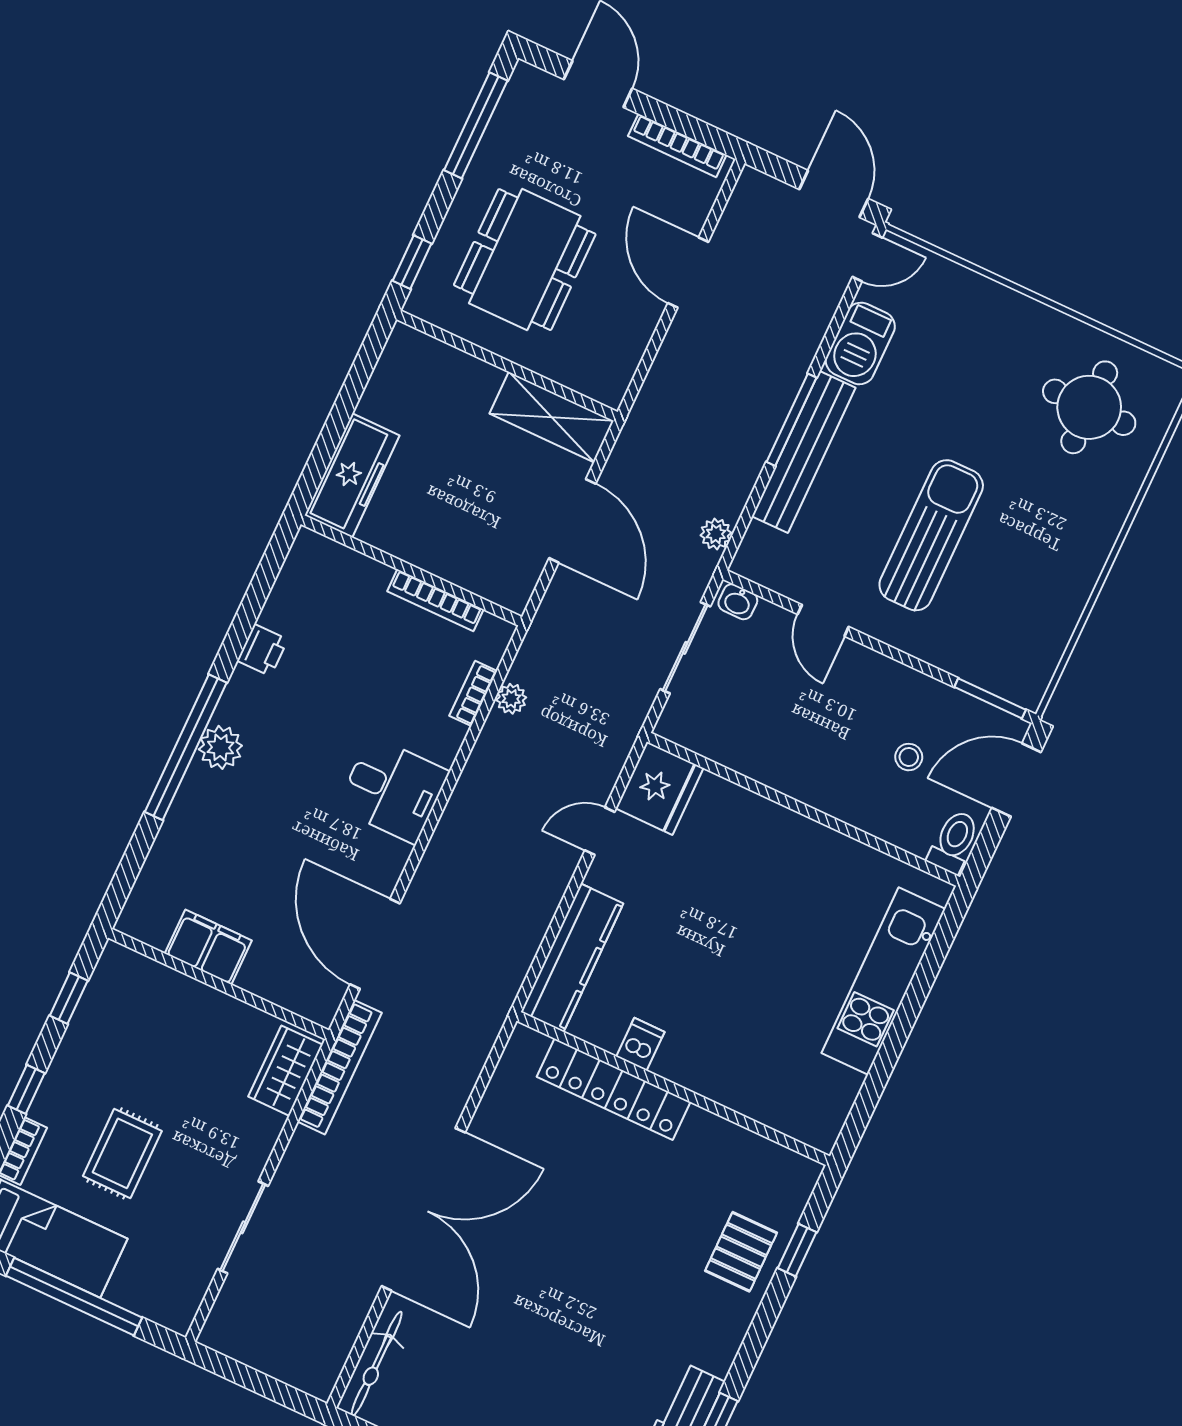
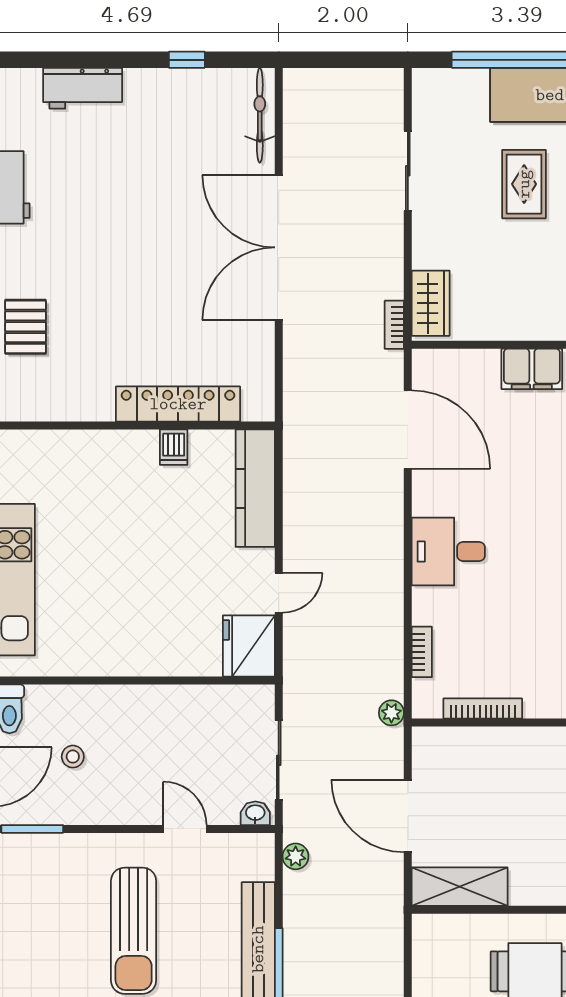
plant: (511, 699) -> (391, 713), moved
bookcase: (340, 1067) -> (394, 325), width x0.43, depth x0.76

